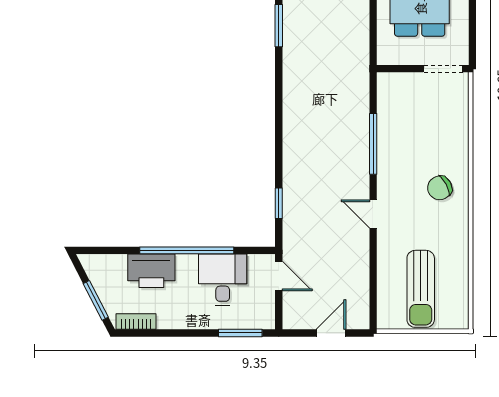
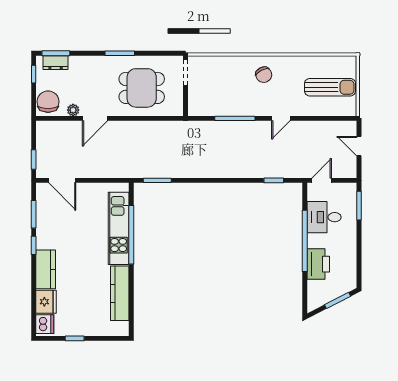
bookcase: (136, 321) -> (351, 274), removed

